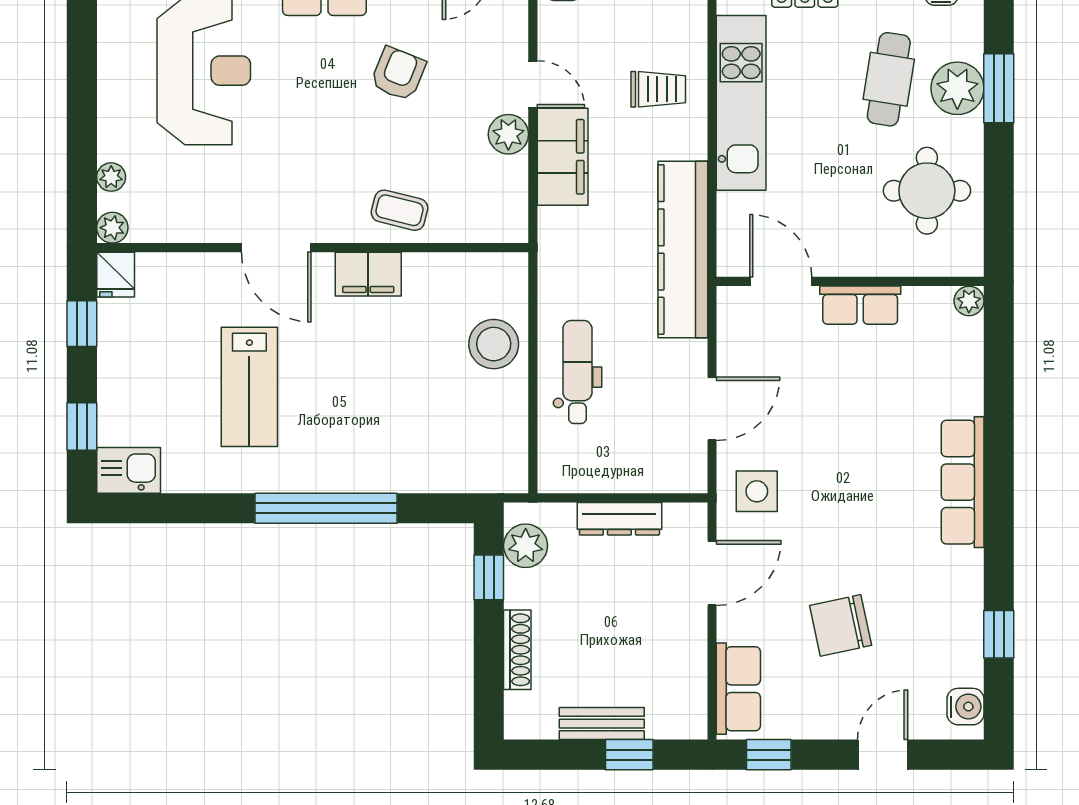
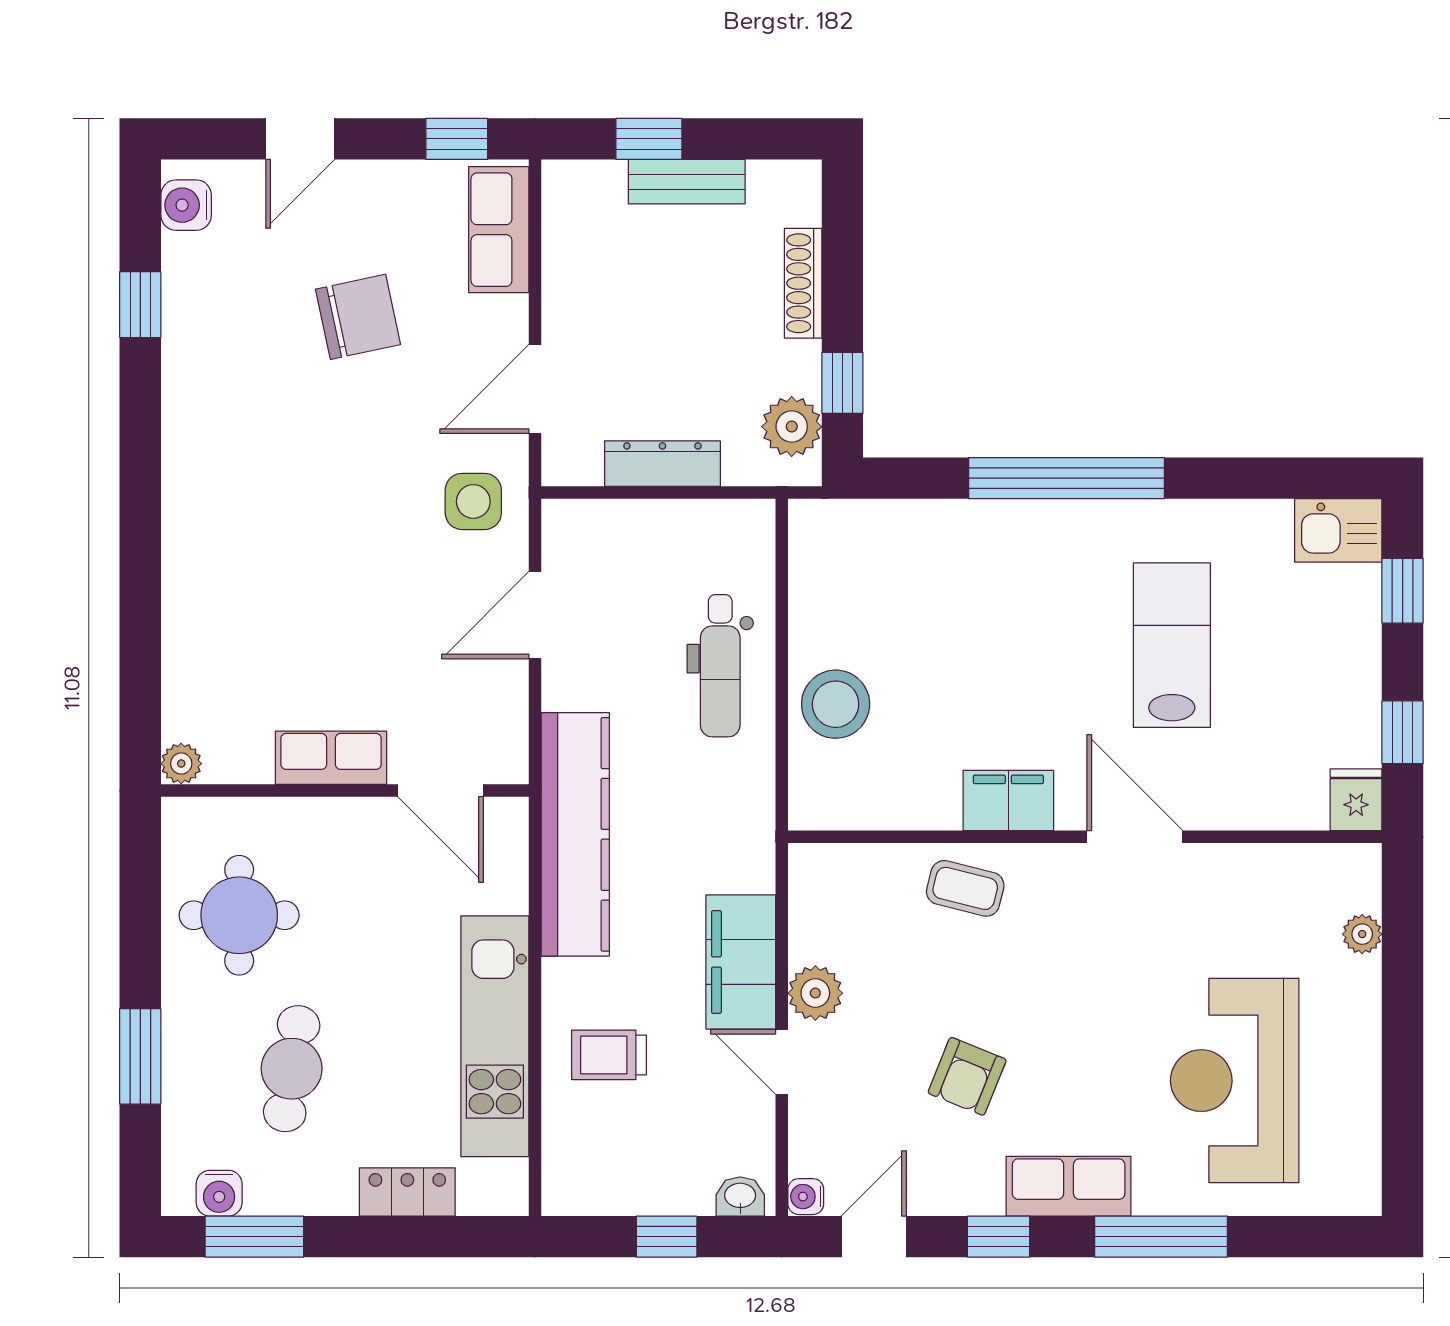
plant: (957, 88) -> (197, 1056), removed
plant: (112, 228) -> (1361, 864), removed
row of seats: (963, 482) -> (190, 514), removed

